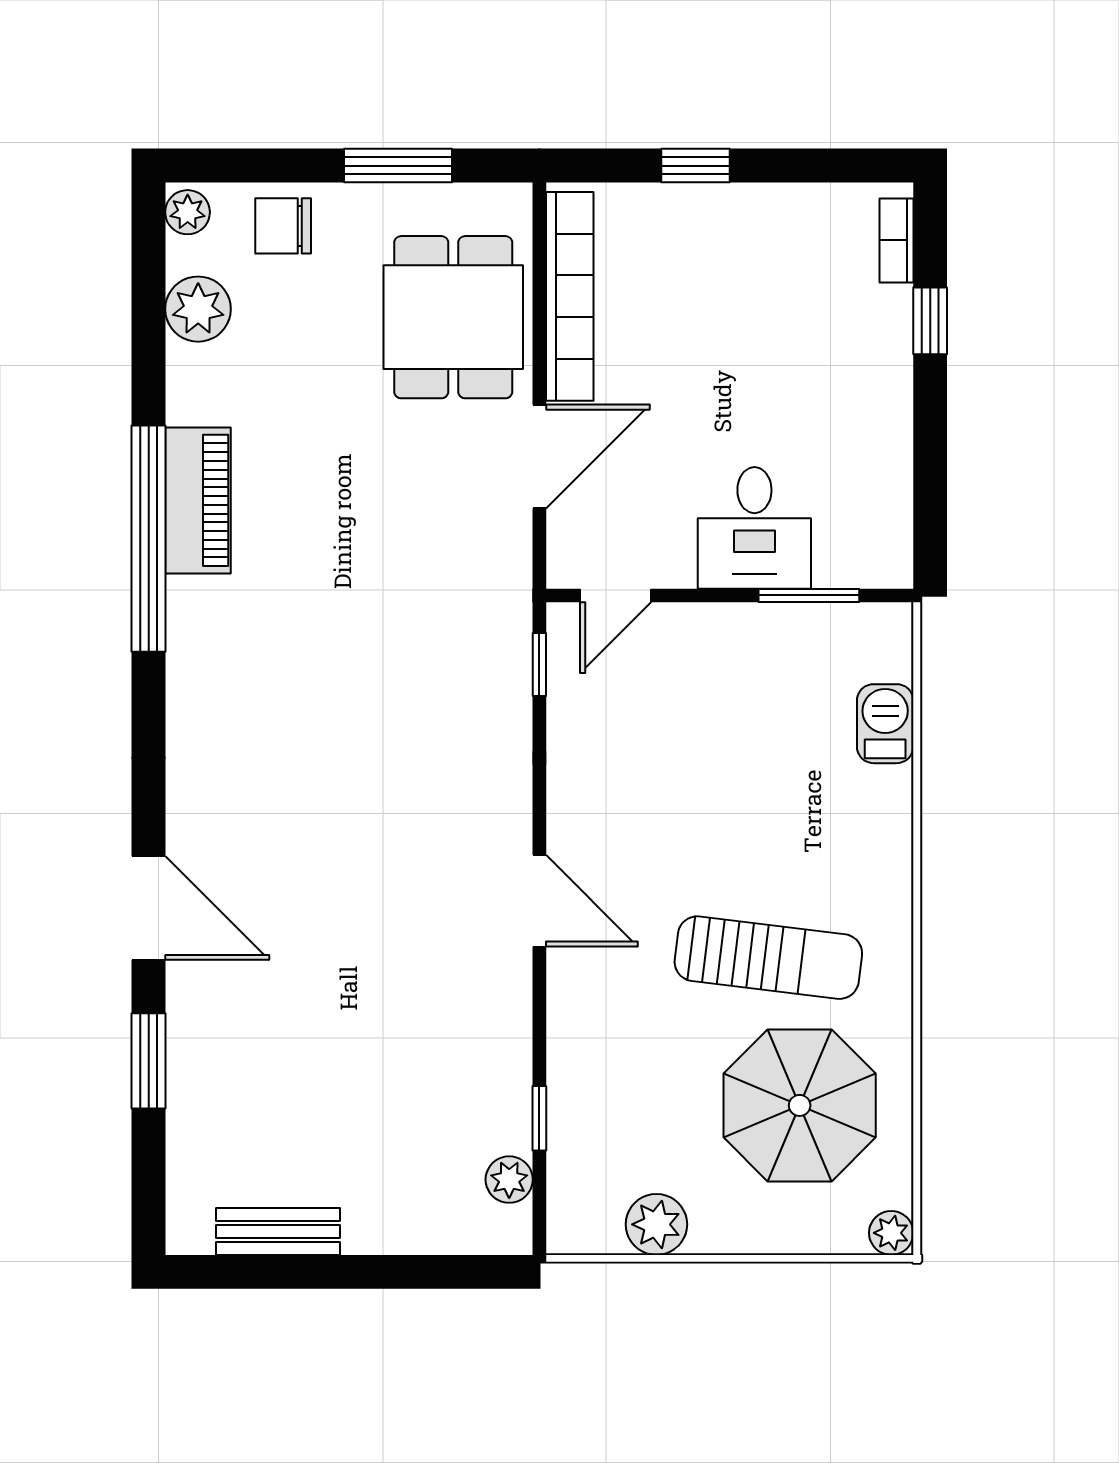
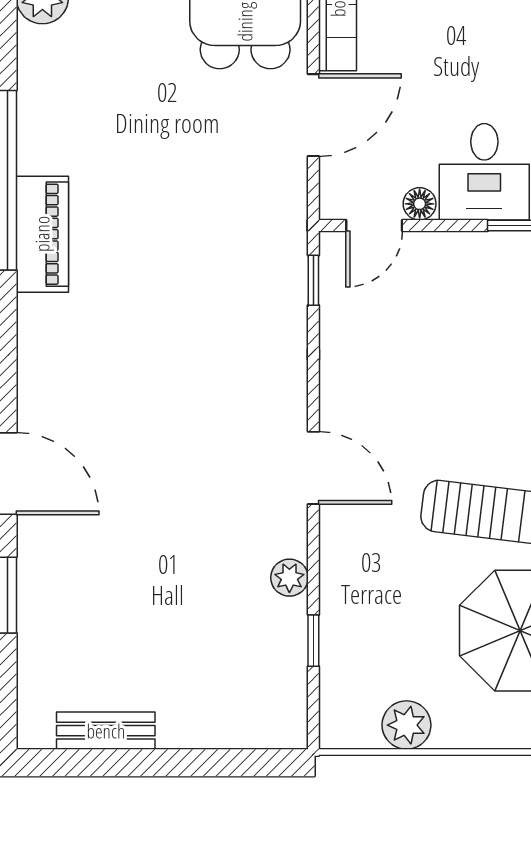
piano: (198, 500) -> (42, 234), moved
floor lamp: (673, 568) -> (420, 204), added
plant: (509, 1180) -> (289, 578), moved

